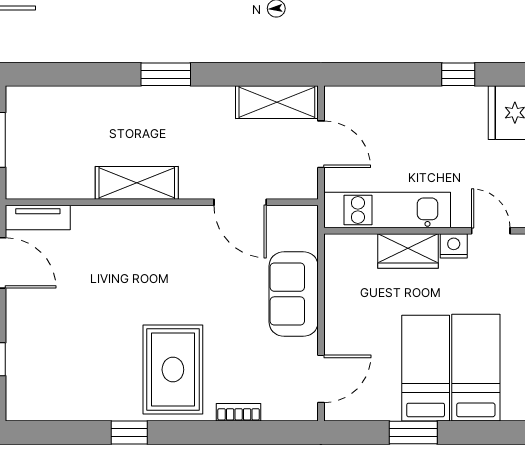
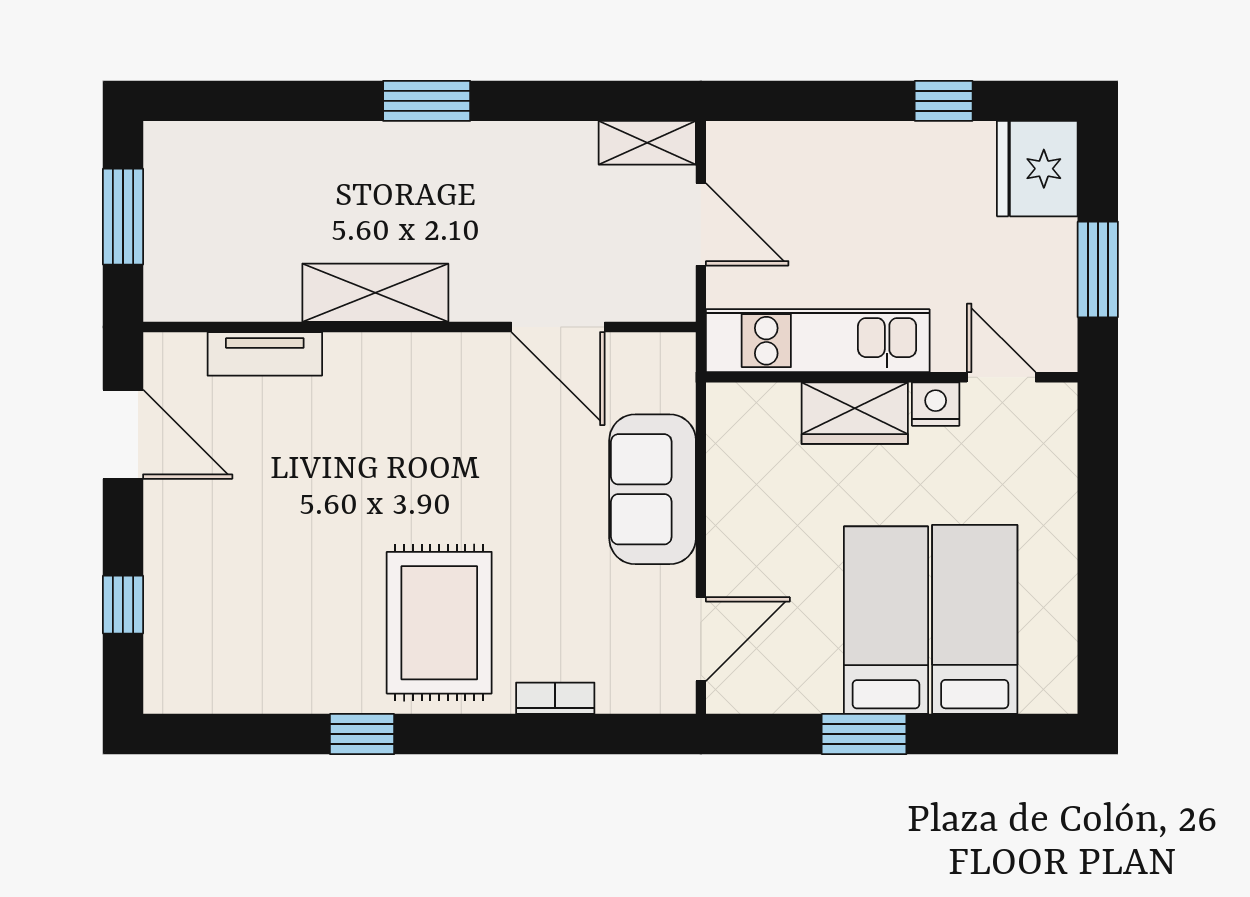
shelving: (277, 102) -> (647, 143), width x0.67, depth x0.75
tv unit: (38, 217) -> (265, 354), moved

